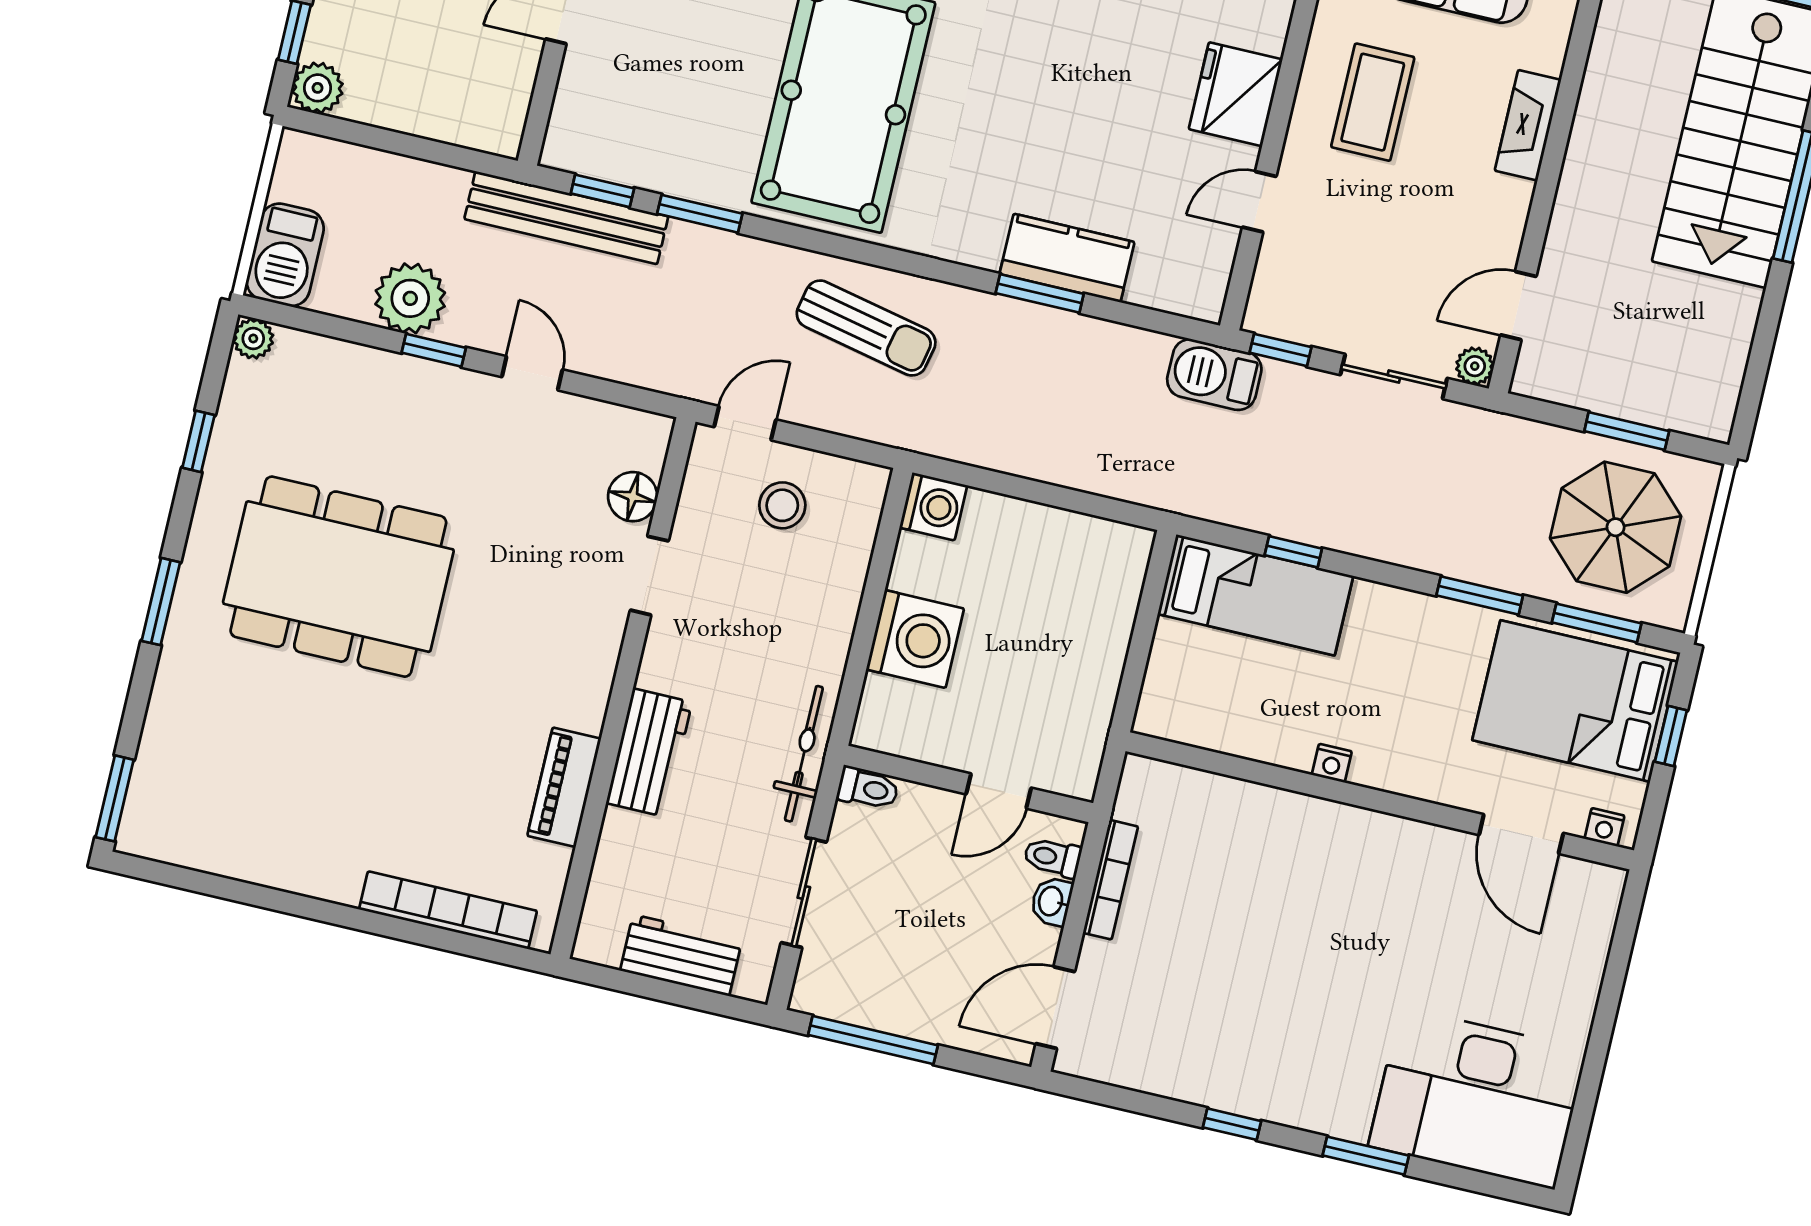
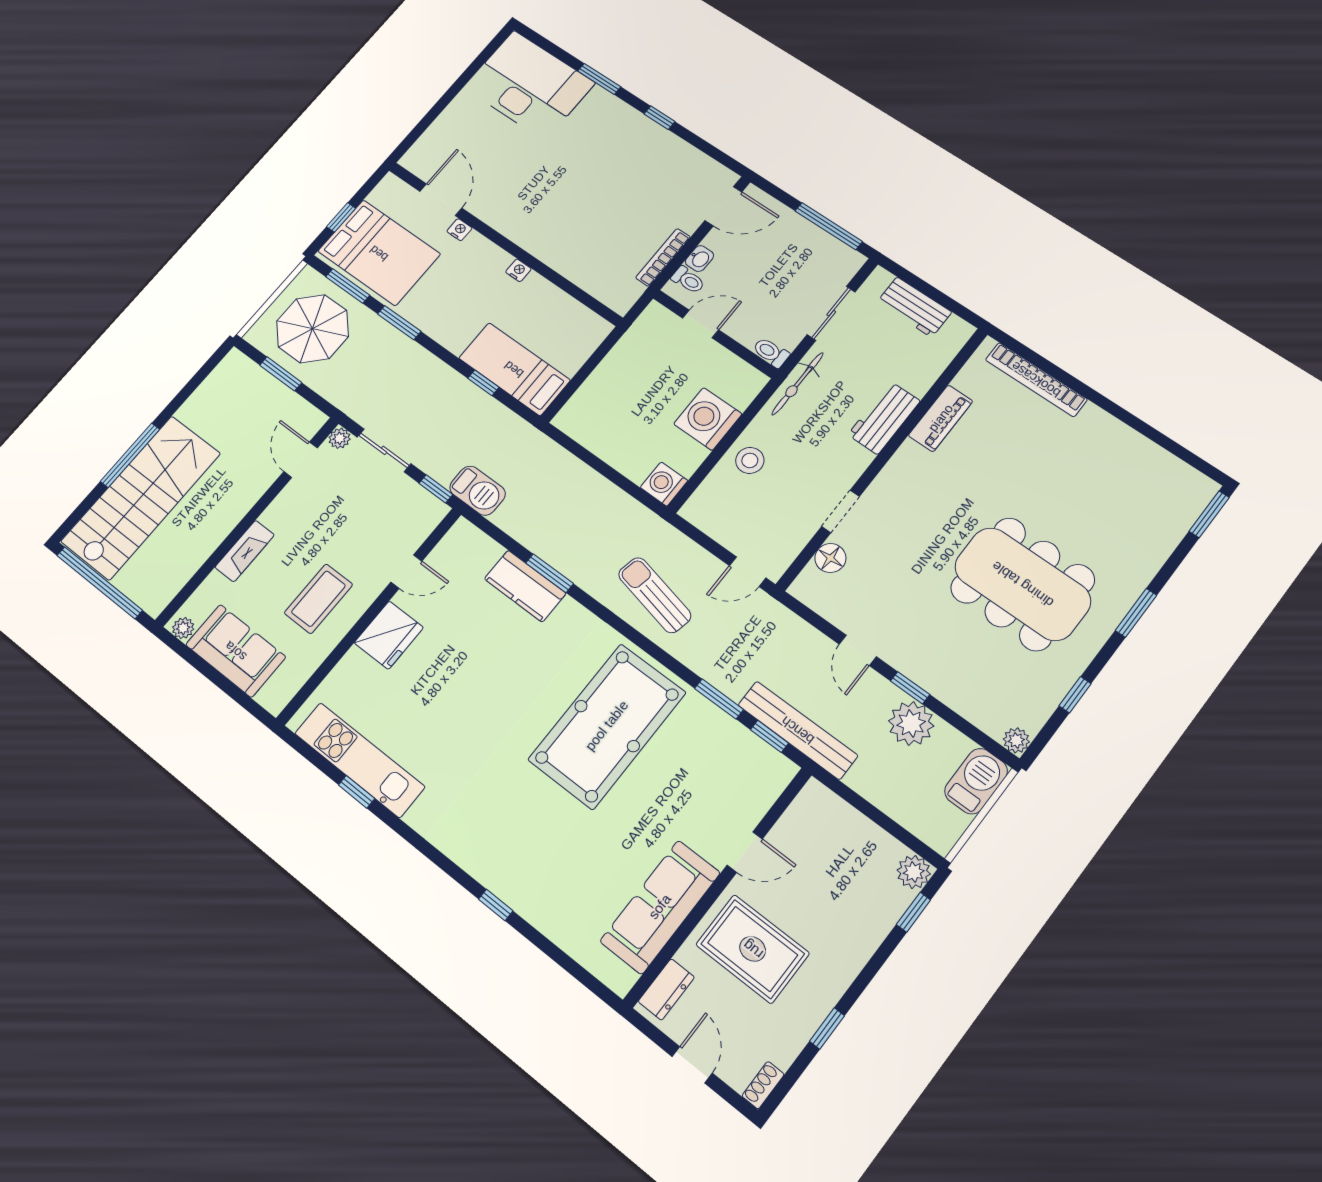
door: (1518, 306) -> (301, 460), swing flipped
stool: (782, 505) -> (750, 460), moved
nightstand: (1605, 827) -> (459, 230), moved

